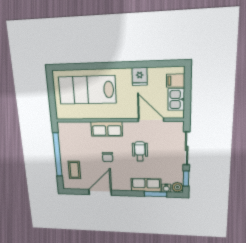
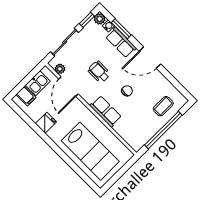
plant: (170, 126) -> (60, 69), added
wheelchair: (140, 151) -> (99, 72), turned 90
door: (100, 192) -> (150, 58), moved

